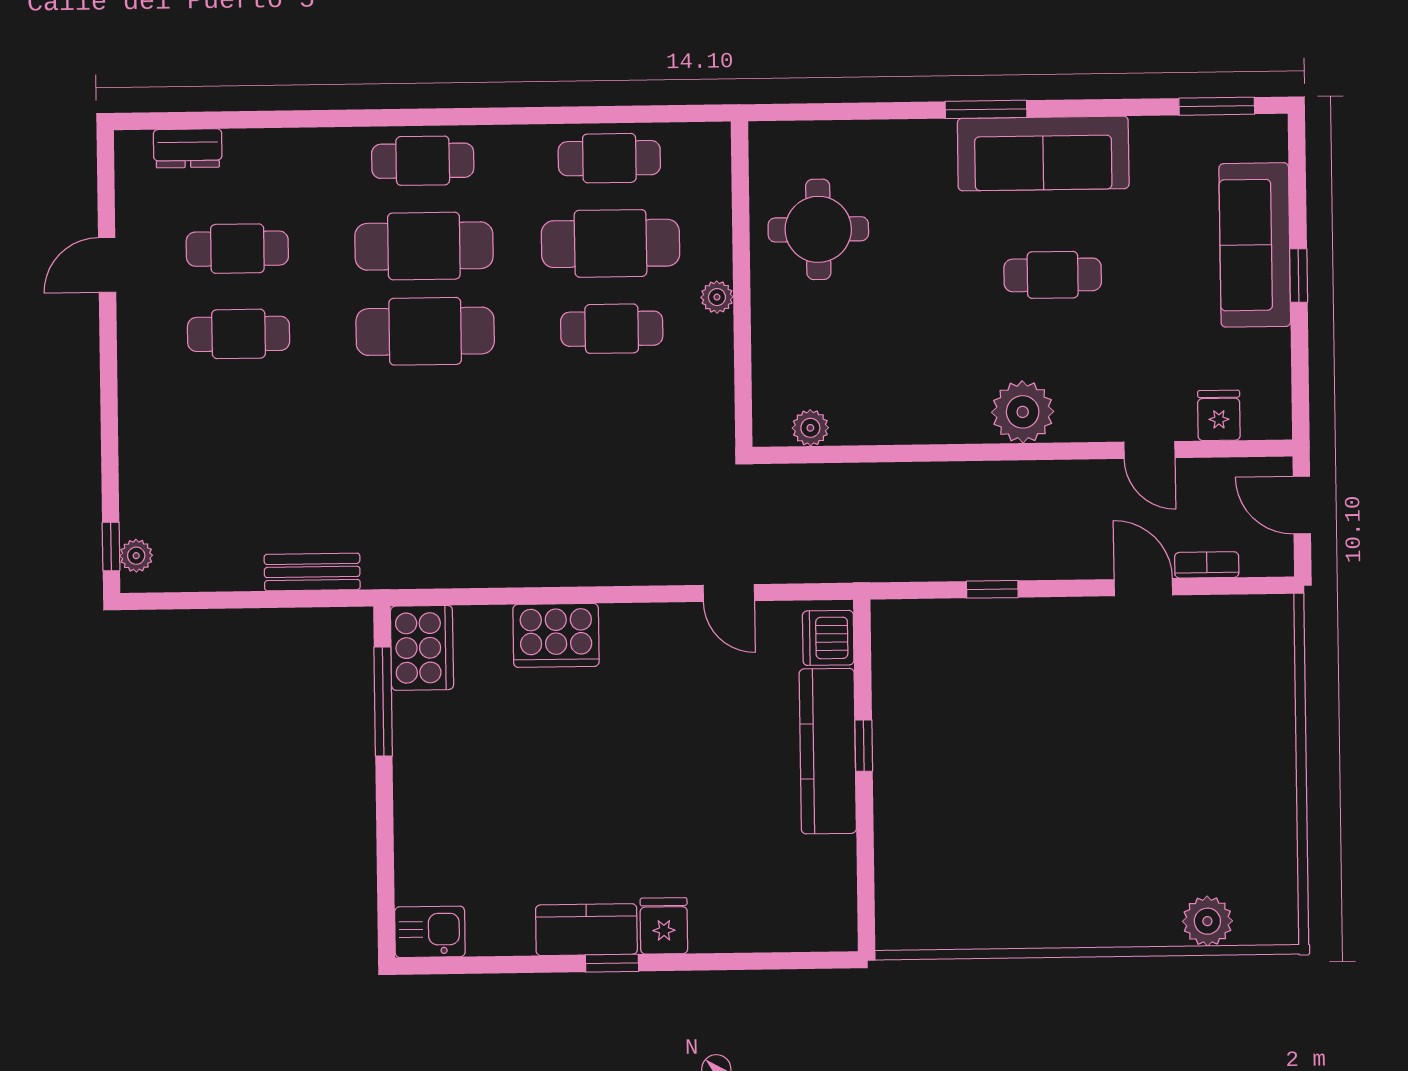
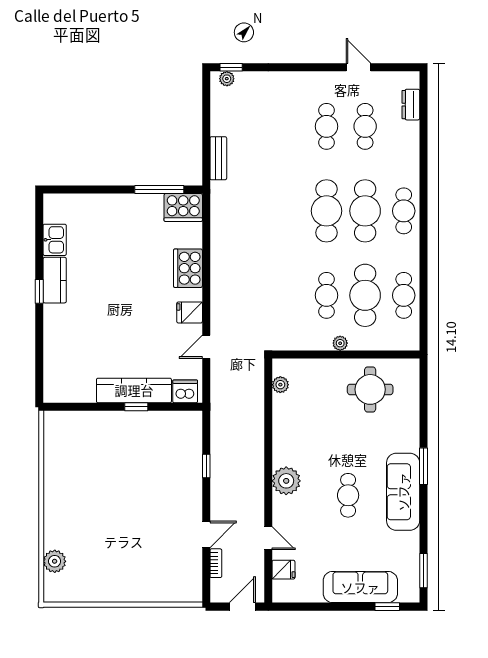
window: (1299, 275) -> (387, 607), moved
door: (1150, 450) -> (268, 538), swing flipped
fridge: (664, 926) -> (190, 312), moved, turned 180
kitchen sink: (430, 932) -> (55, 240), moved

